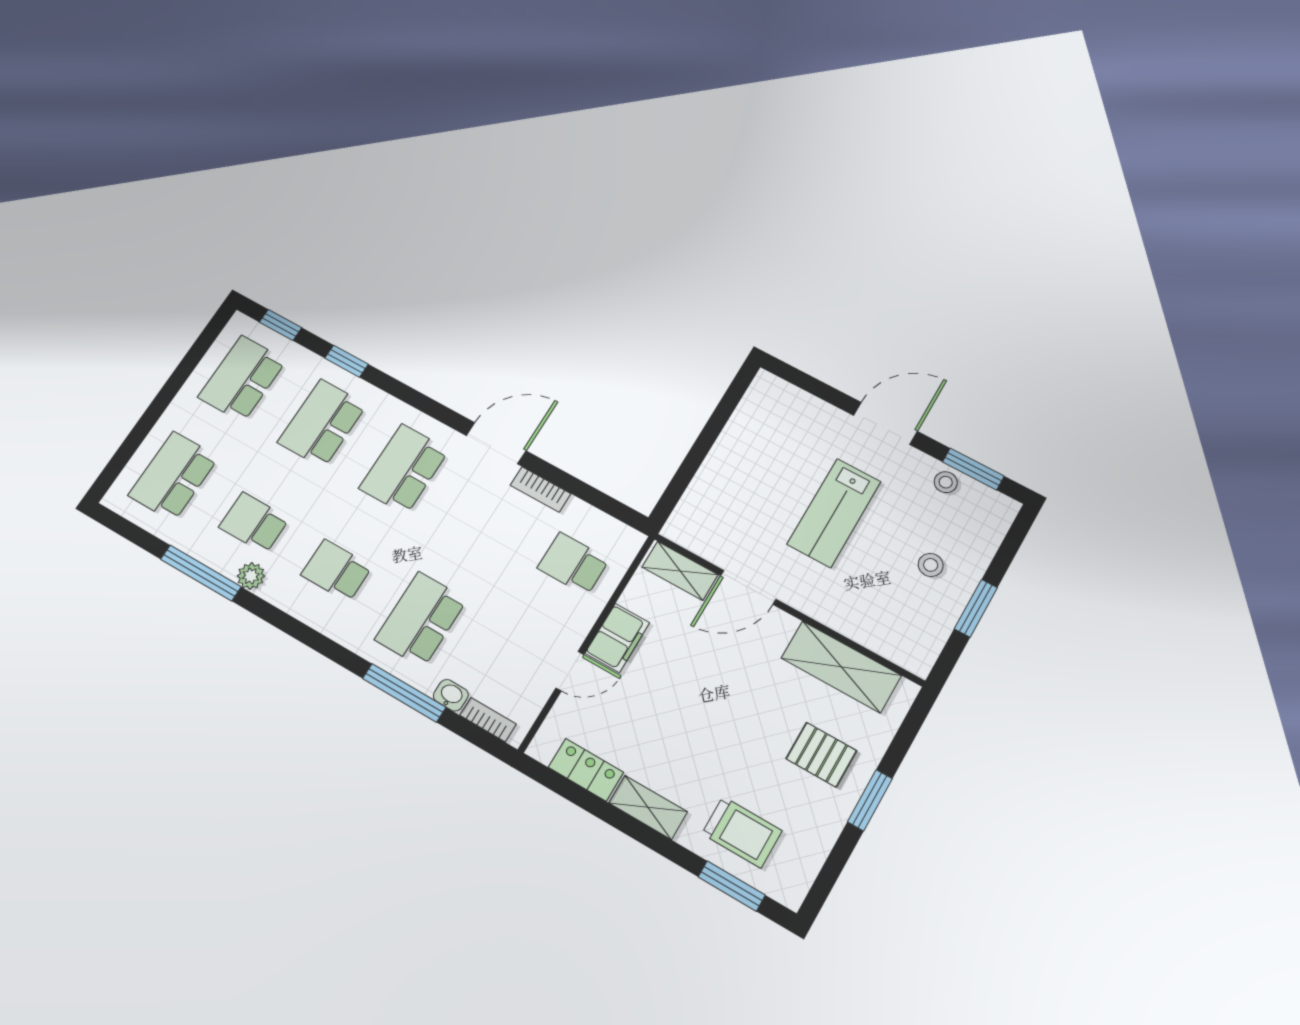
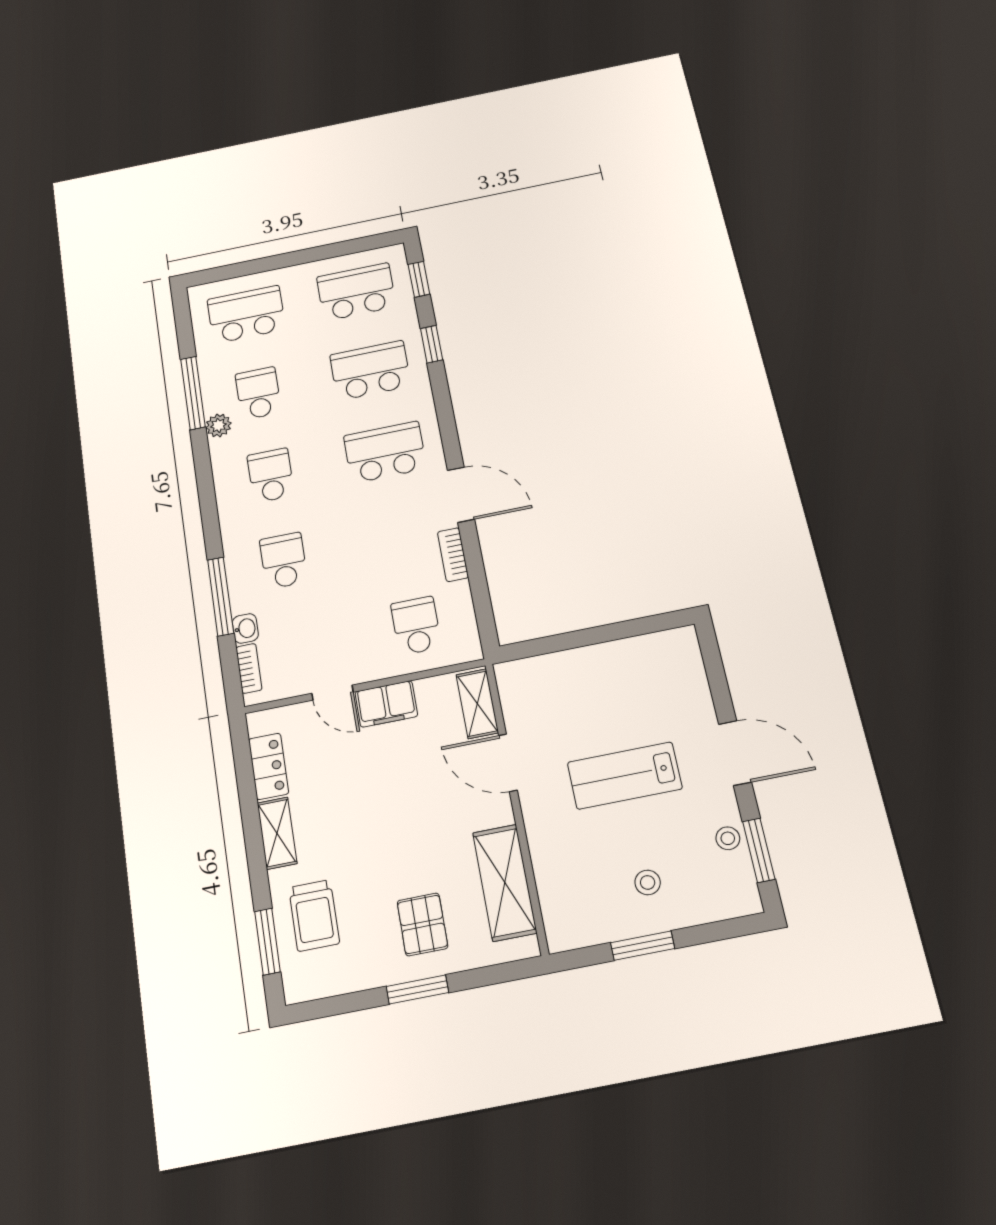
school desk: (421, 619) -> (284, 561), width x0.54

